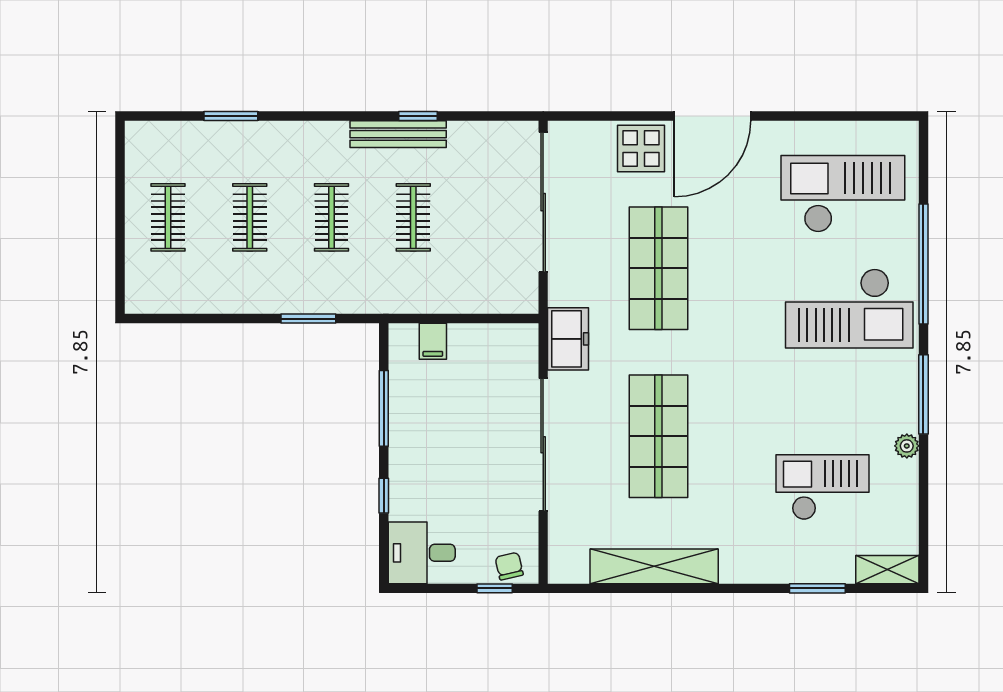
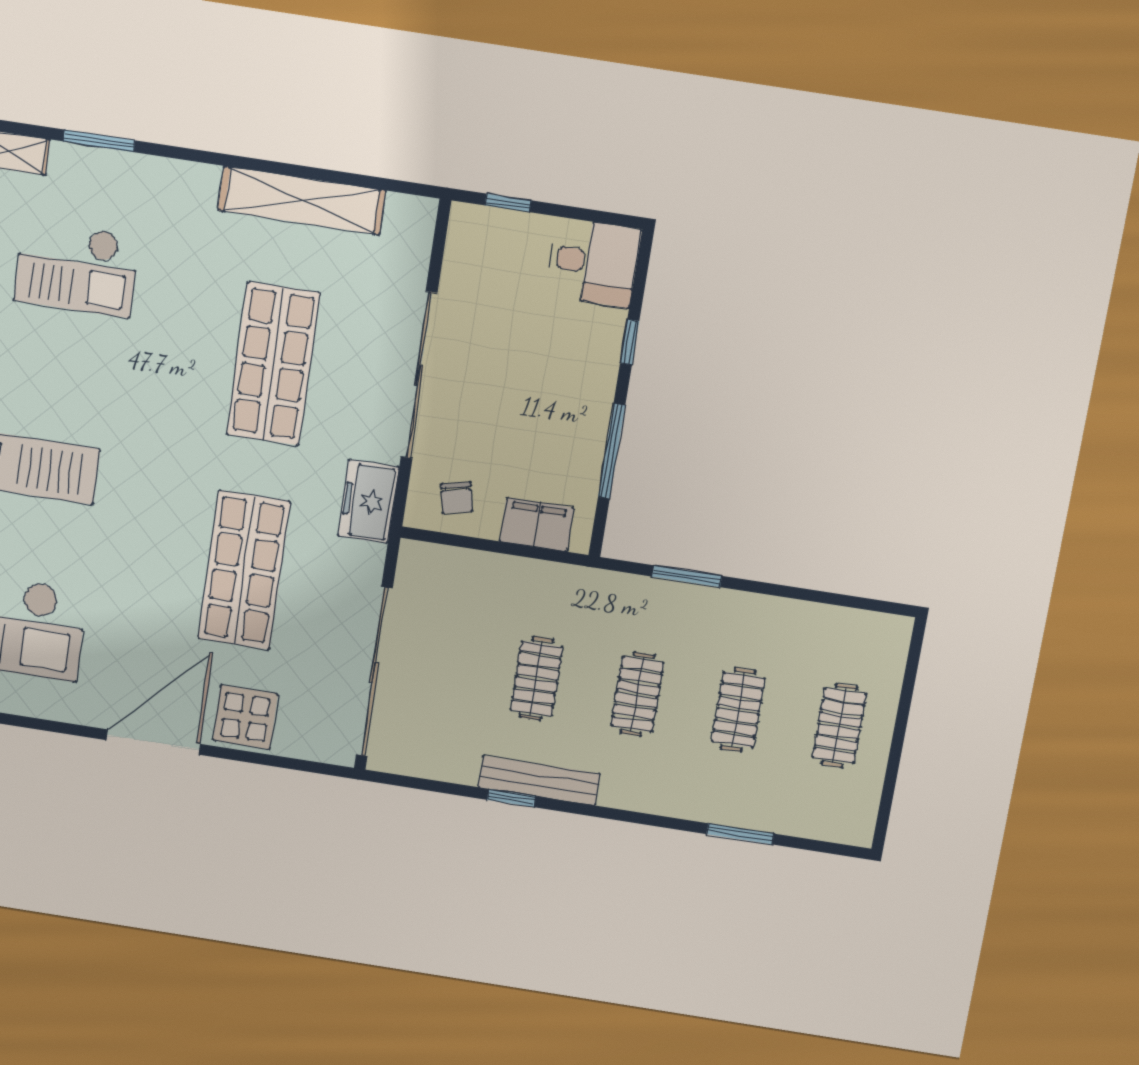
filing cabinet: (433, 341) -> (537, 525), width x2.00
chair: (509, 566) -> (457, 498), moved

